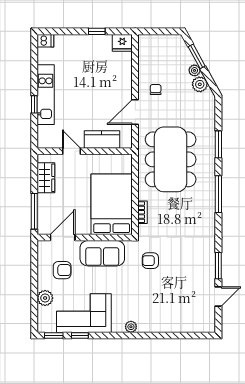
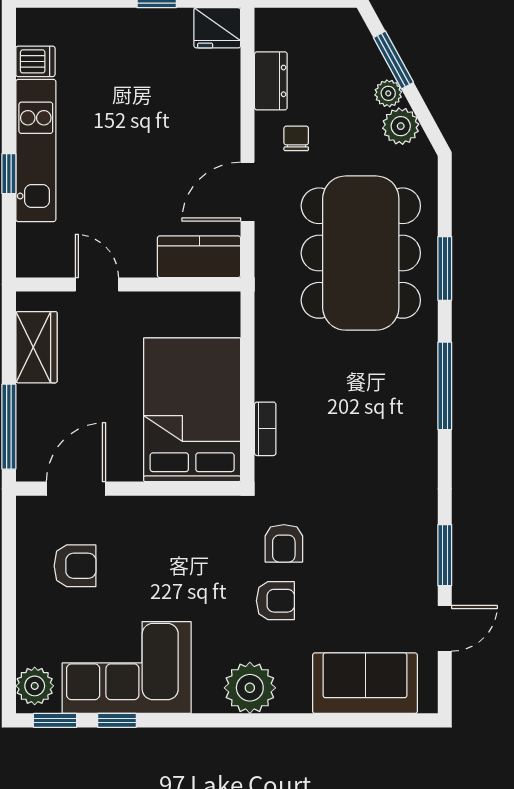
dishwasher: (45, 41) -> (35, 61), moved
dresser: (145, 65) -> (271, 81), added
kitchen counter: (102, 140) -> (199, 257), moved
dining table: (171, 159) -> (361, 253), moved
sofa: (102, 253) -> (365, 683), moved, turned 180
armchair: (150, 261) -> (284, 543), turned -90
armchair: (147, 285) -> (275, 601), added
plant: (45, 298) -> (35, 686), moved
plant: (131, 327) -> (250, 688), width x1.88, depth x1.88

